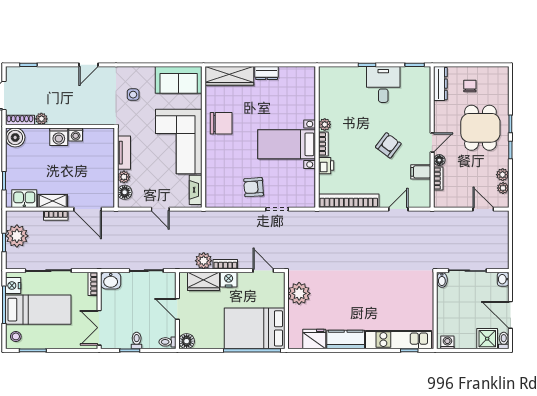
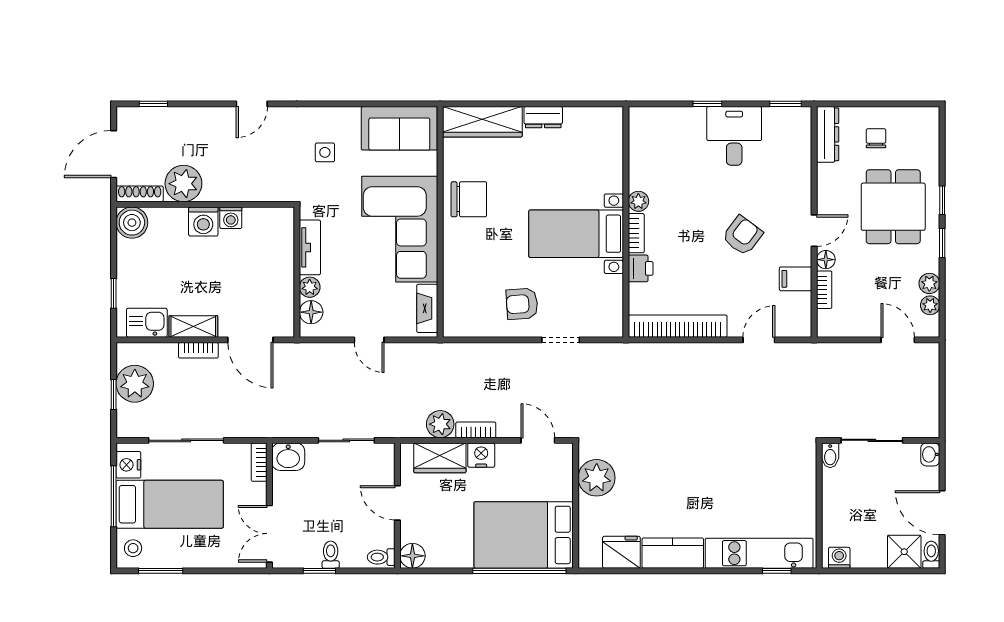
plant: (41, 119) -> (183, 184), width x1.87, depth x1.87

